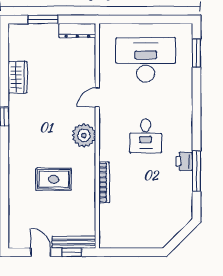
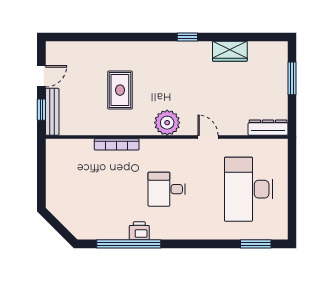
dresser: (77, 31) -> (268, 128), moved, turned 90
desk: (146, 60) -> (249, 189), turned 180
window: (196, 171) -> (129, 244), width x1.46

